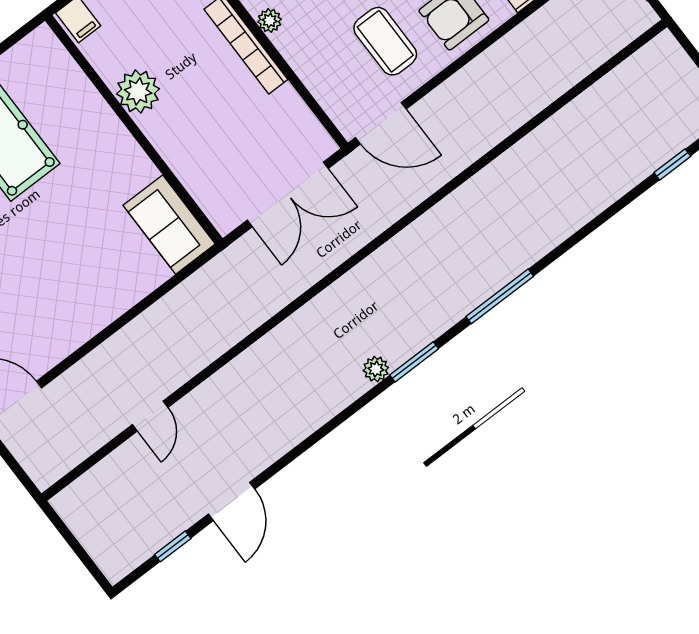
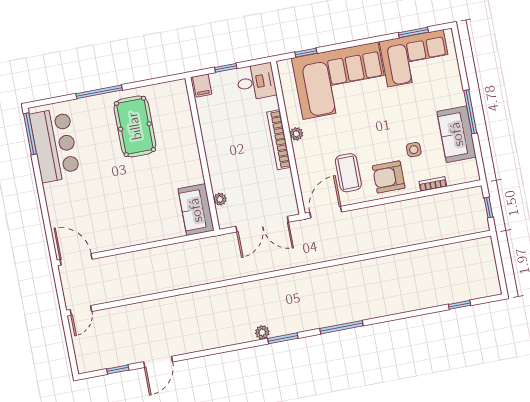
plant: (138, 91) -> (220, 199), moved, width x0.53, depth x0.53
door: (381, 123) -> (326, 212), swing flipped
door: (150, 416) -> (81, 310), moved

